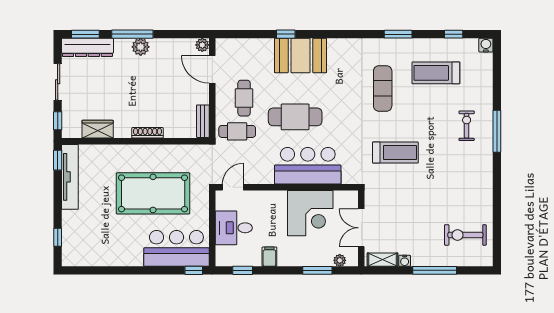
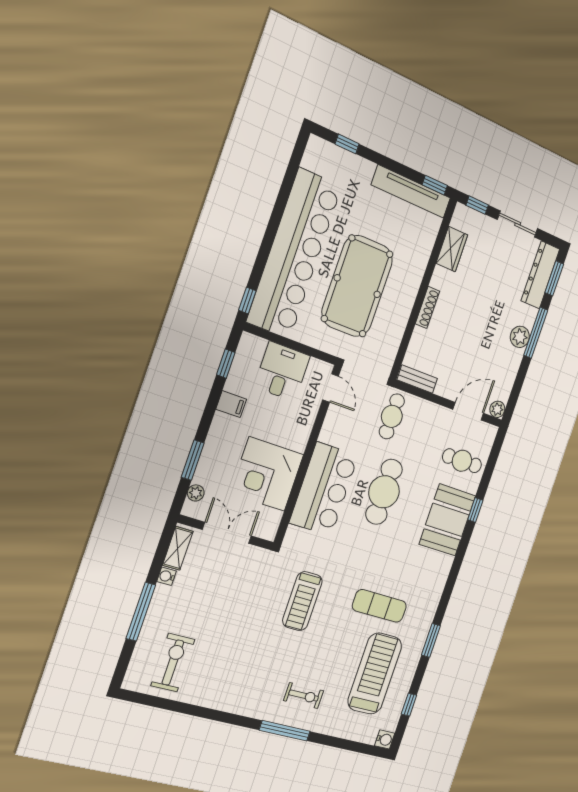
treadmill: (436, 73) -> (375, 674), width x1.37, depth x1.38
cafe table: (244, 98) -> (462, 461), moved
bar counter: (176, 248) -> (294, 254), width x1.86

